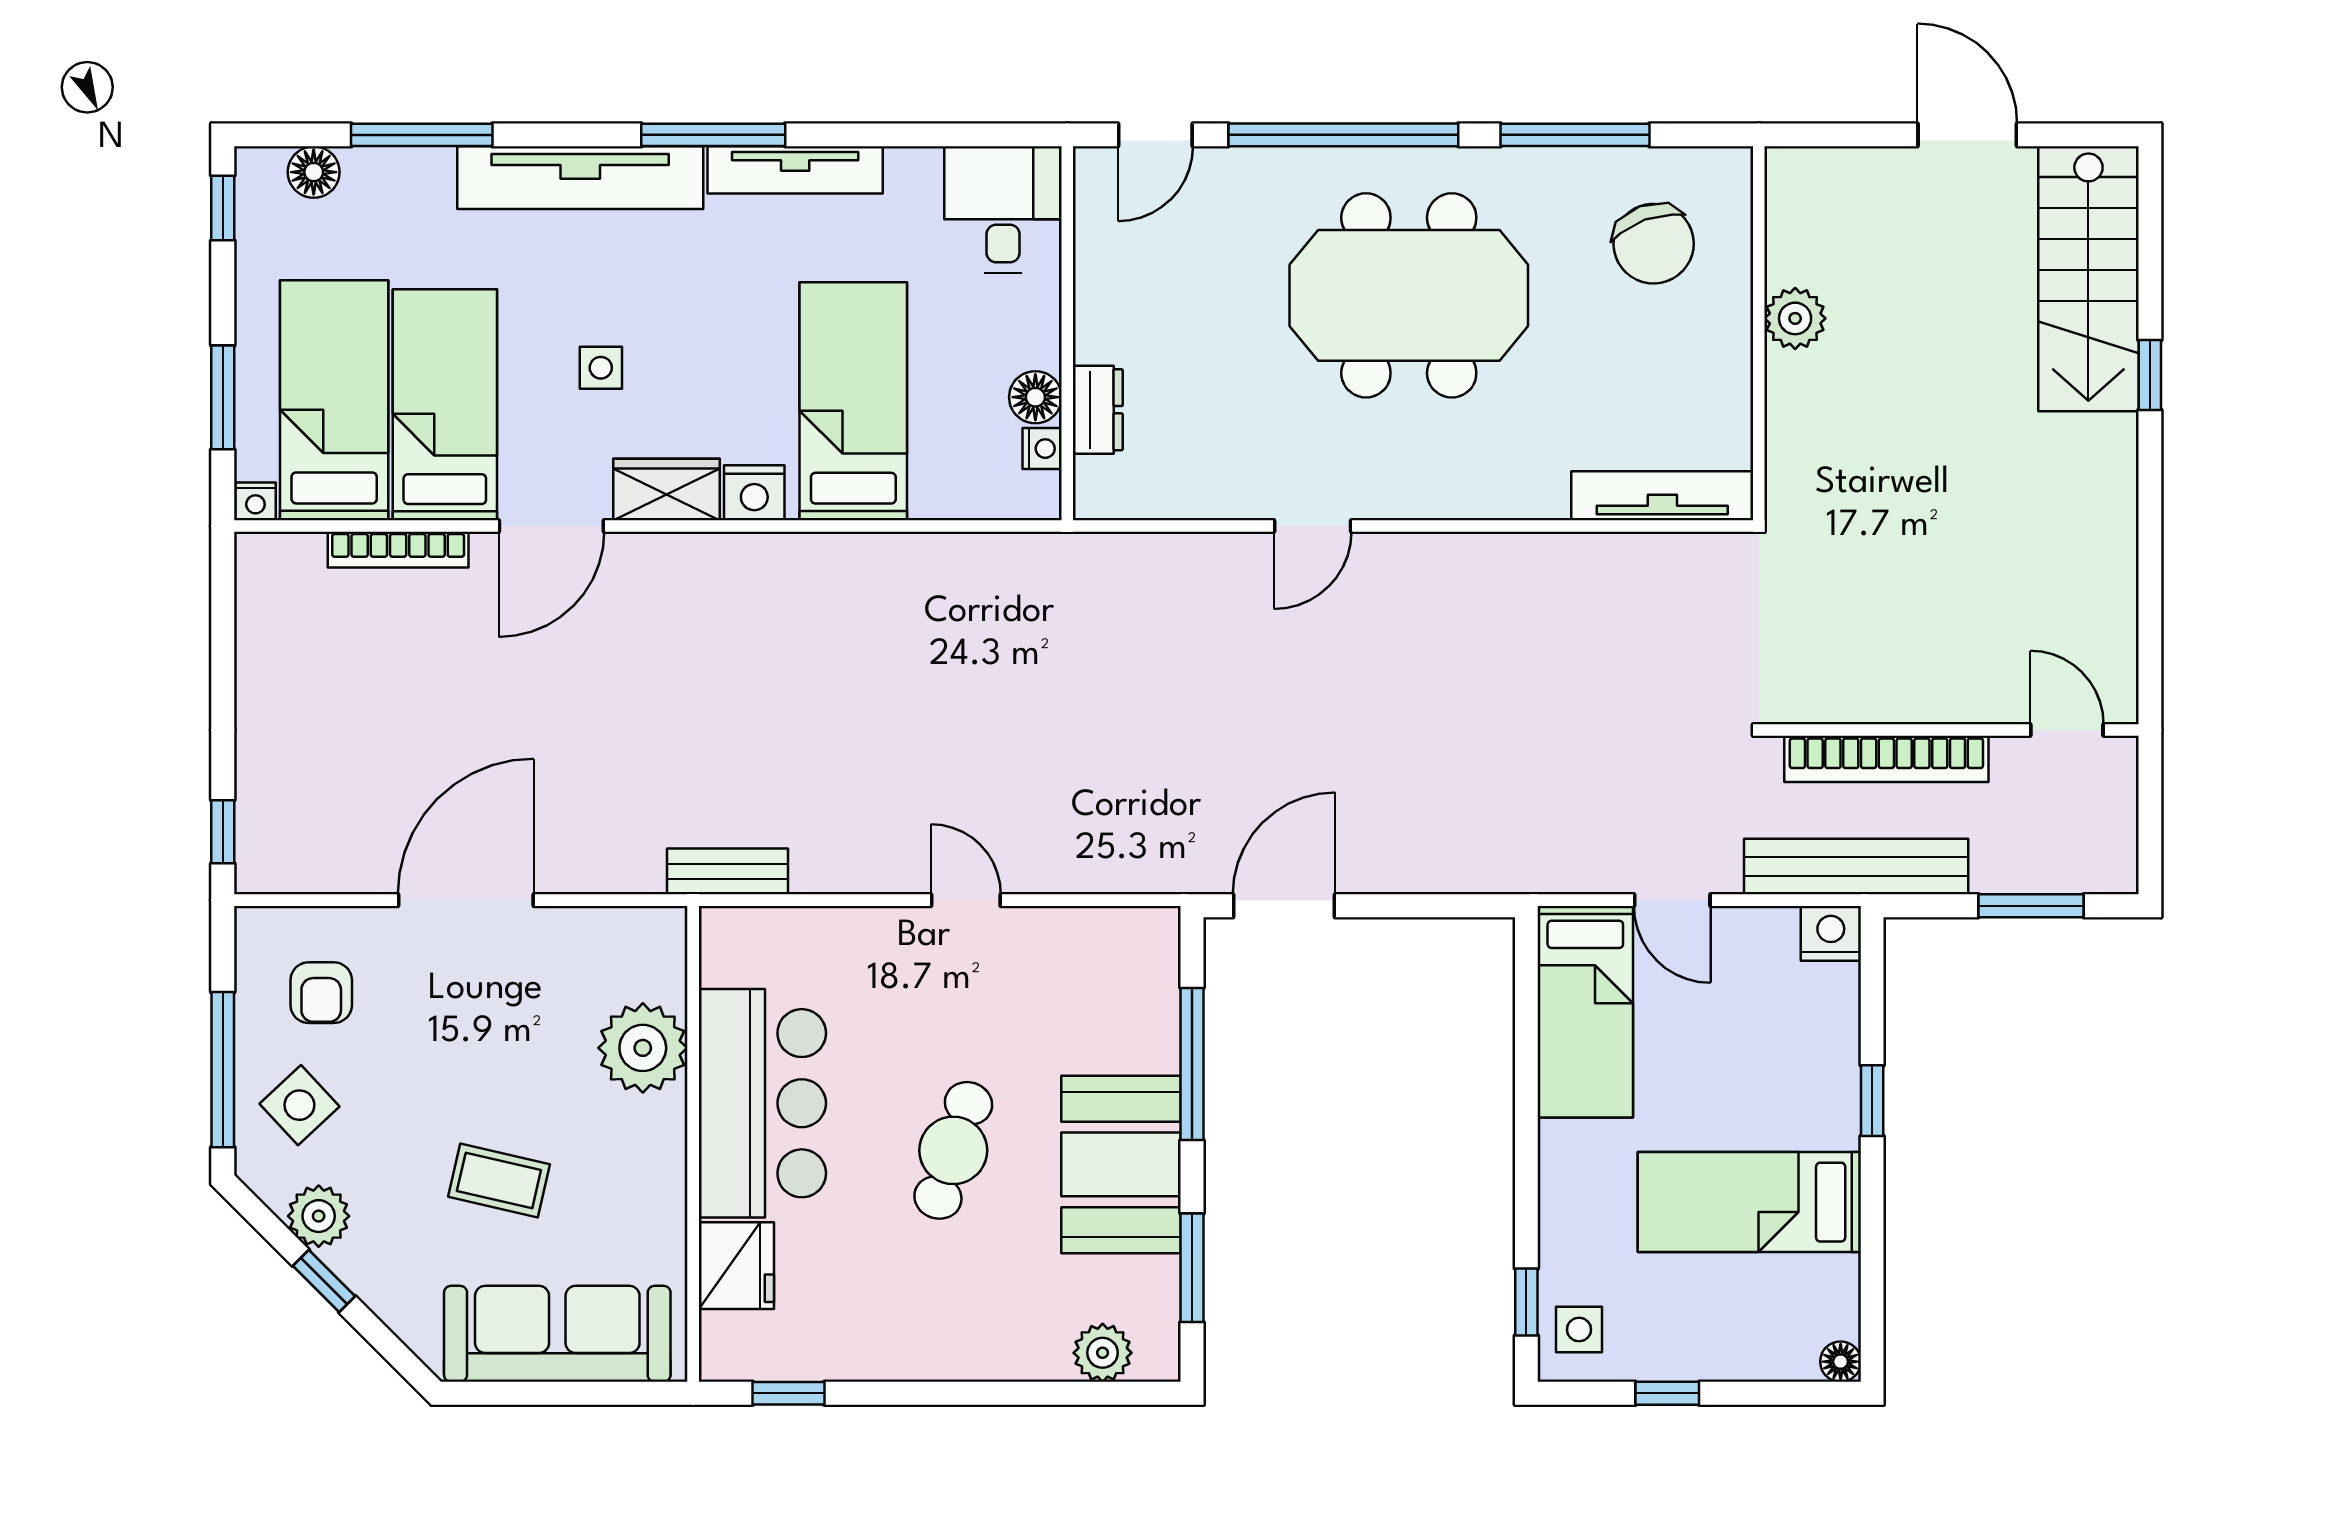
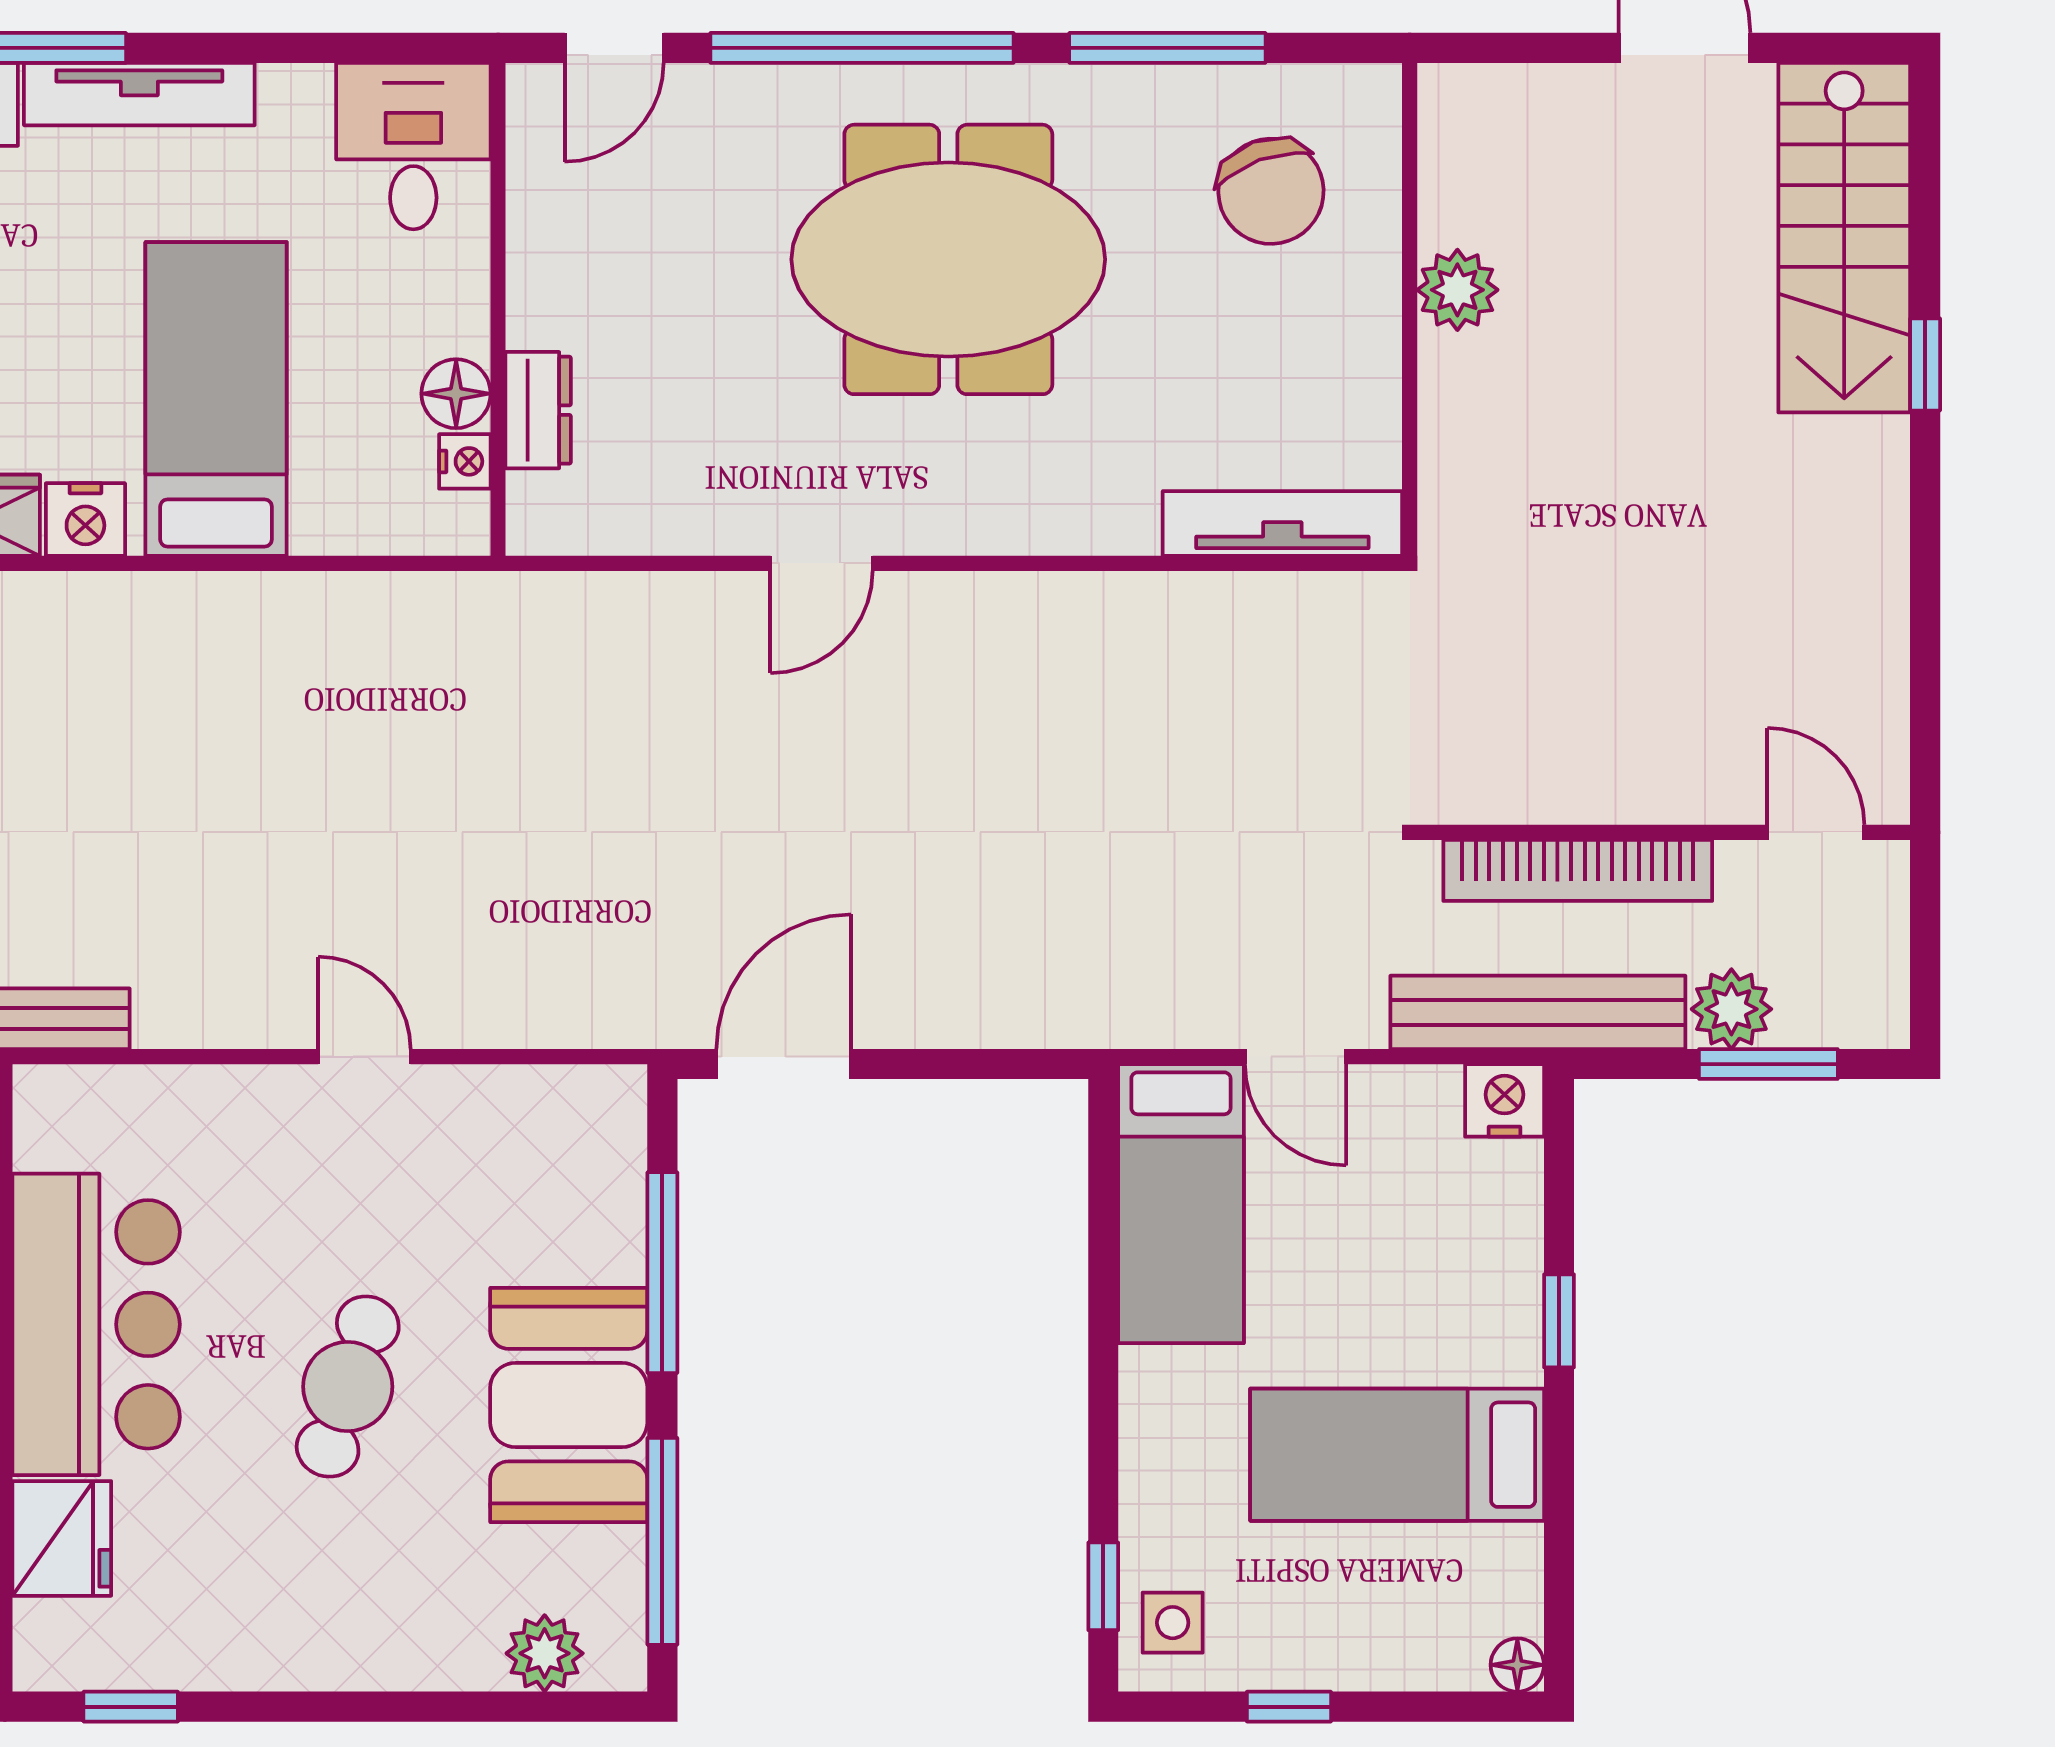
plant: (2003, 864) -> (1731, 1009), added
window: (1192, 1268) -> (662, 1541), width x1.44

